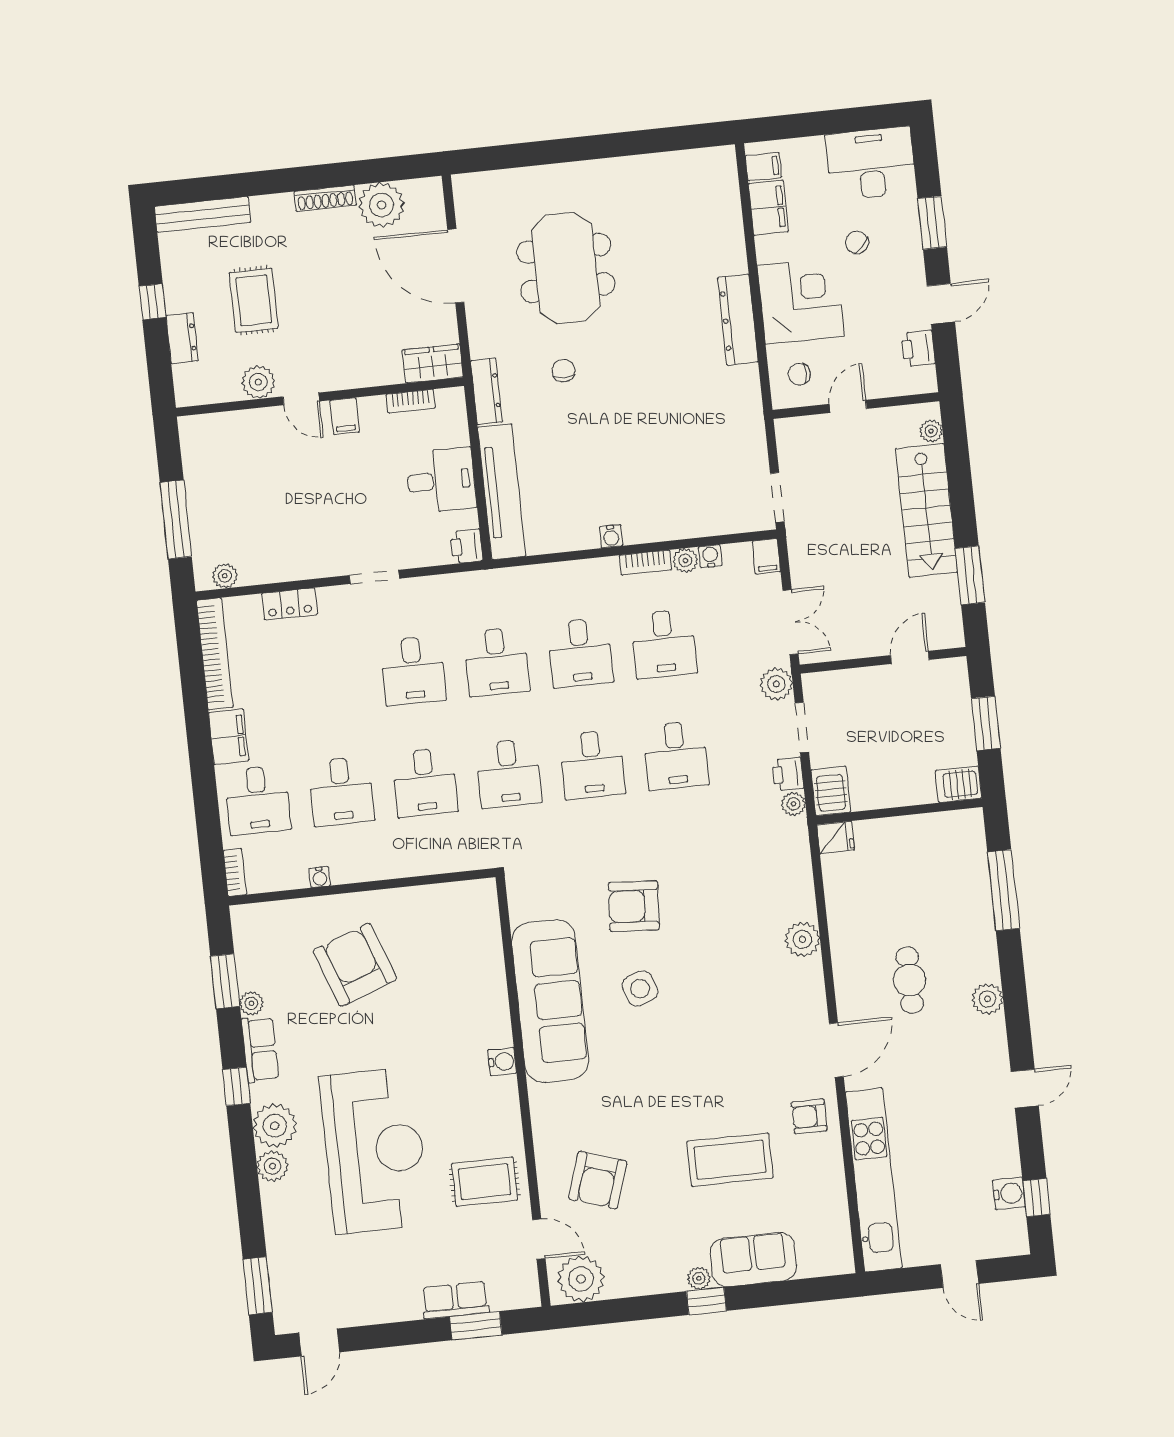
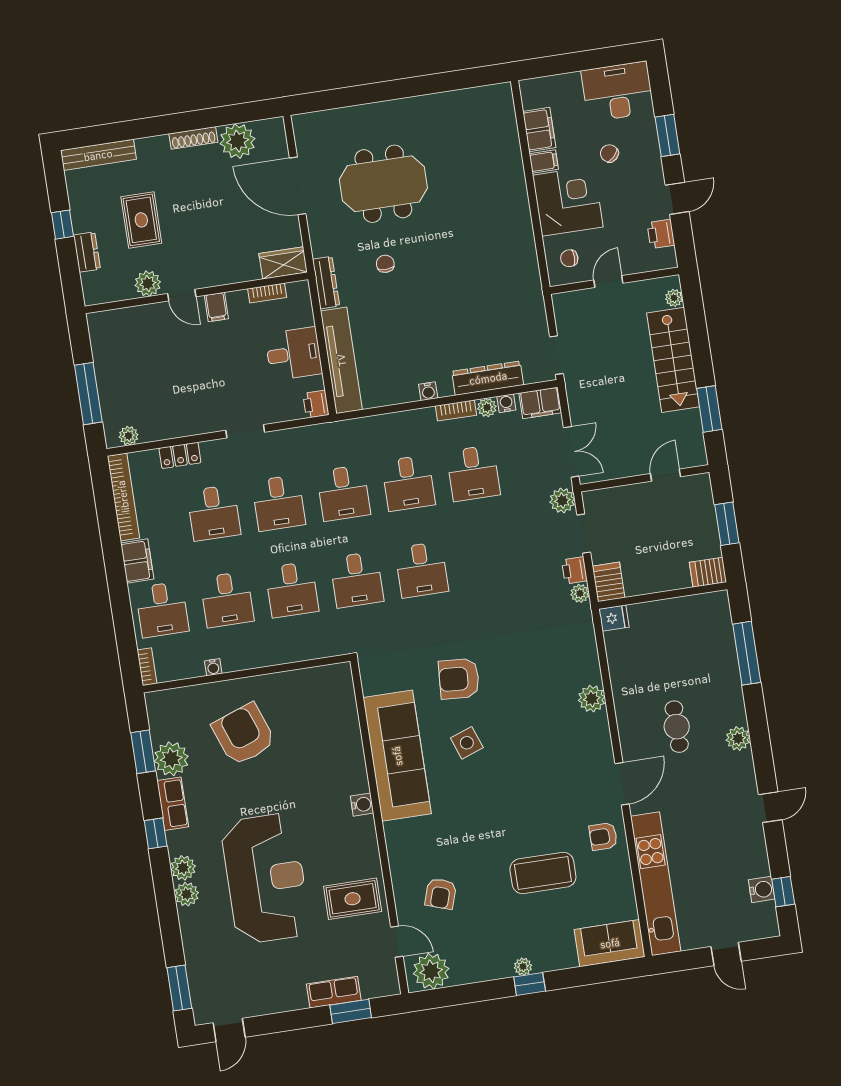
filing cabinet: (763, 167) -> (544, 161), moved
meeting table: (566, 268) -> (383, 184), turned 90
dresser: (738, 320) -> (488, 378), moved, turned 90
filing cabinet: (766, 556) -> (540, 403), width x2.00
desk: (676, 755) -> (214, 513), moved
plant: (251, 1003) -> (171, 759), width x1.88, depth x1.88
plant: (275, 1126) -> (183, 868), width x0.73, depth x0.73
armchair: (598, 1180) -> (441, 894), width x0.72, depth x0.72
sofa: (753, 1260) -> (610, 943), moved

